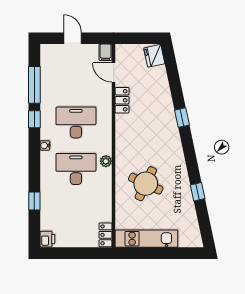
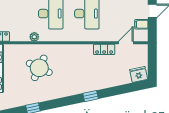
filing cabinet: (106, 52) -> (141, 24), moved
plant: (106, 161) -> (34, 37), moved

